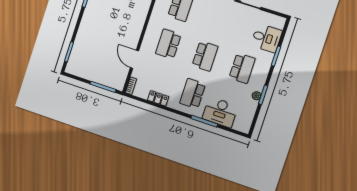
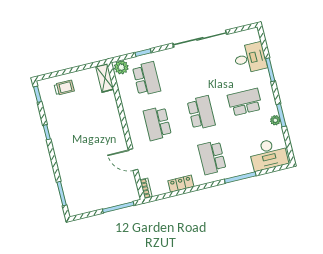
school desk: (242, 68) -> (245, 102), turned -90
desk: (220, 112) -> (268, 154), moved

